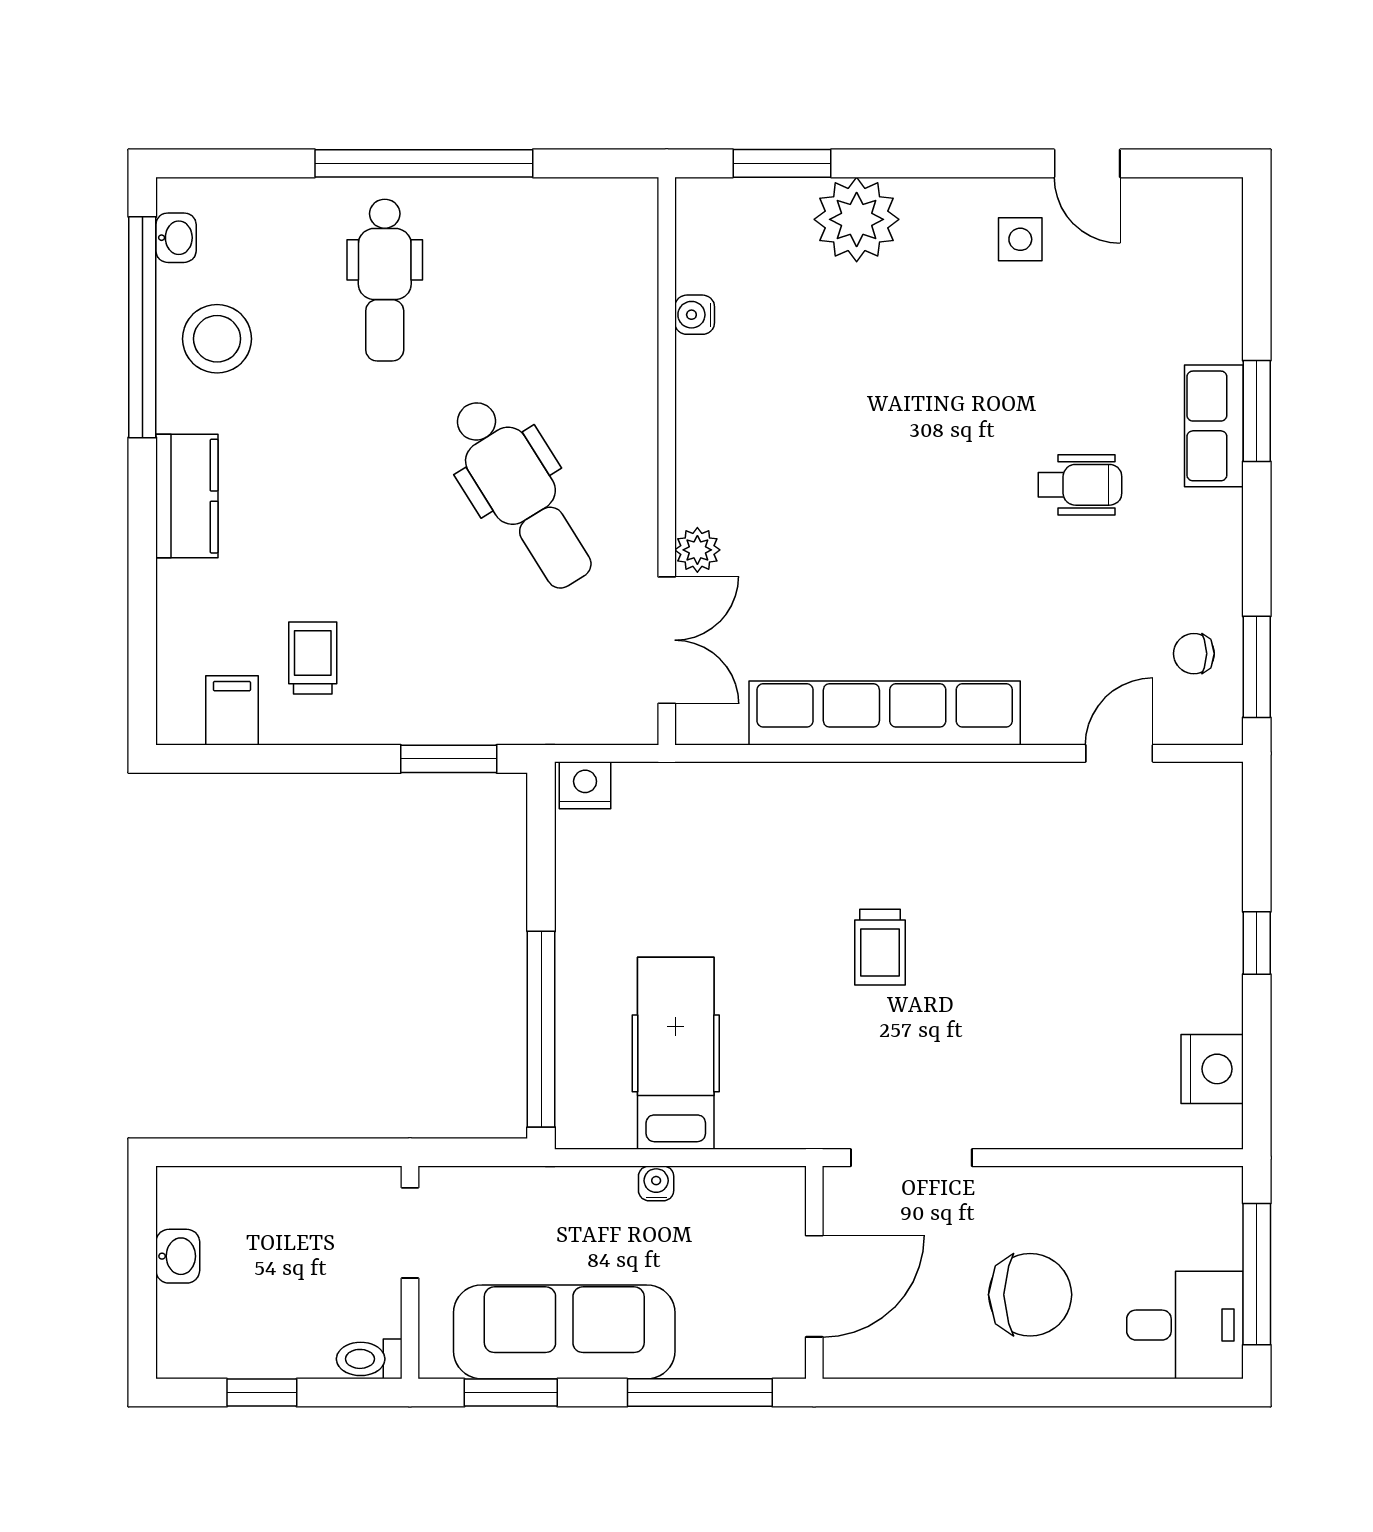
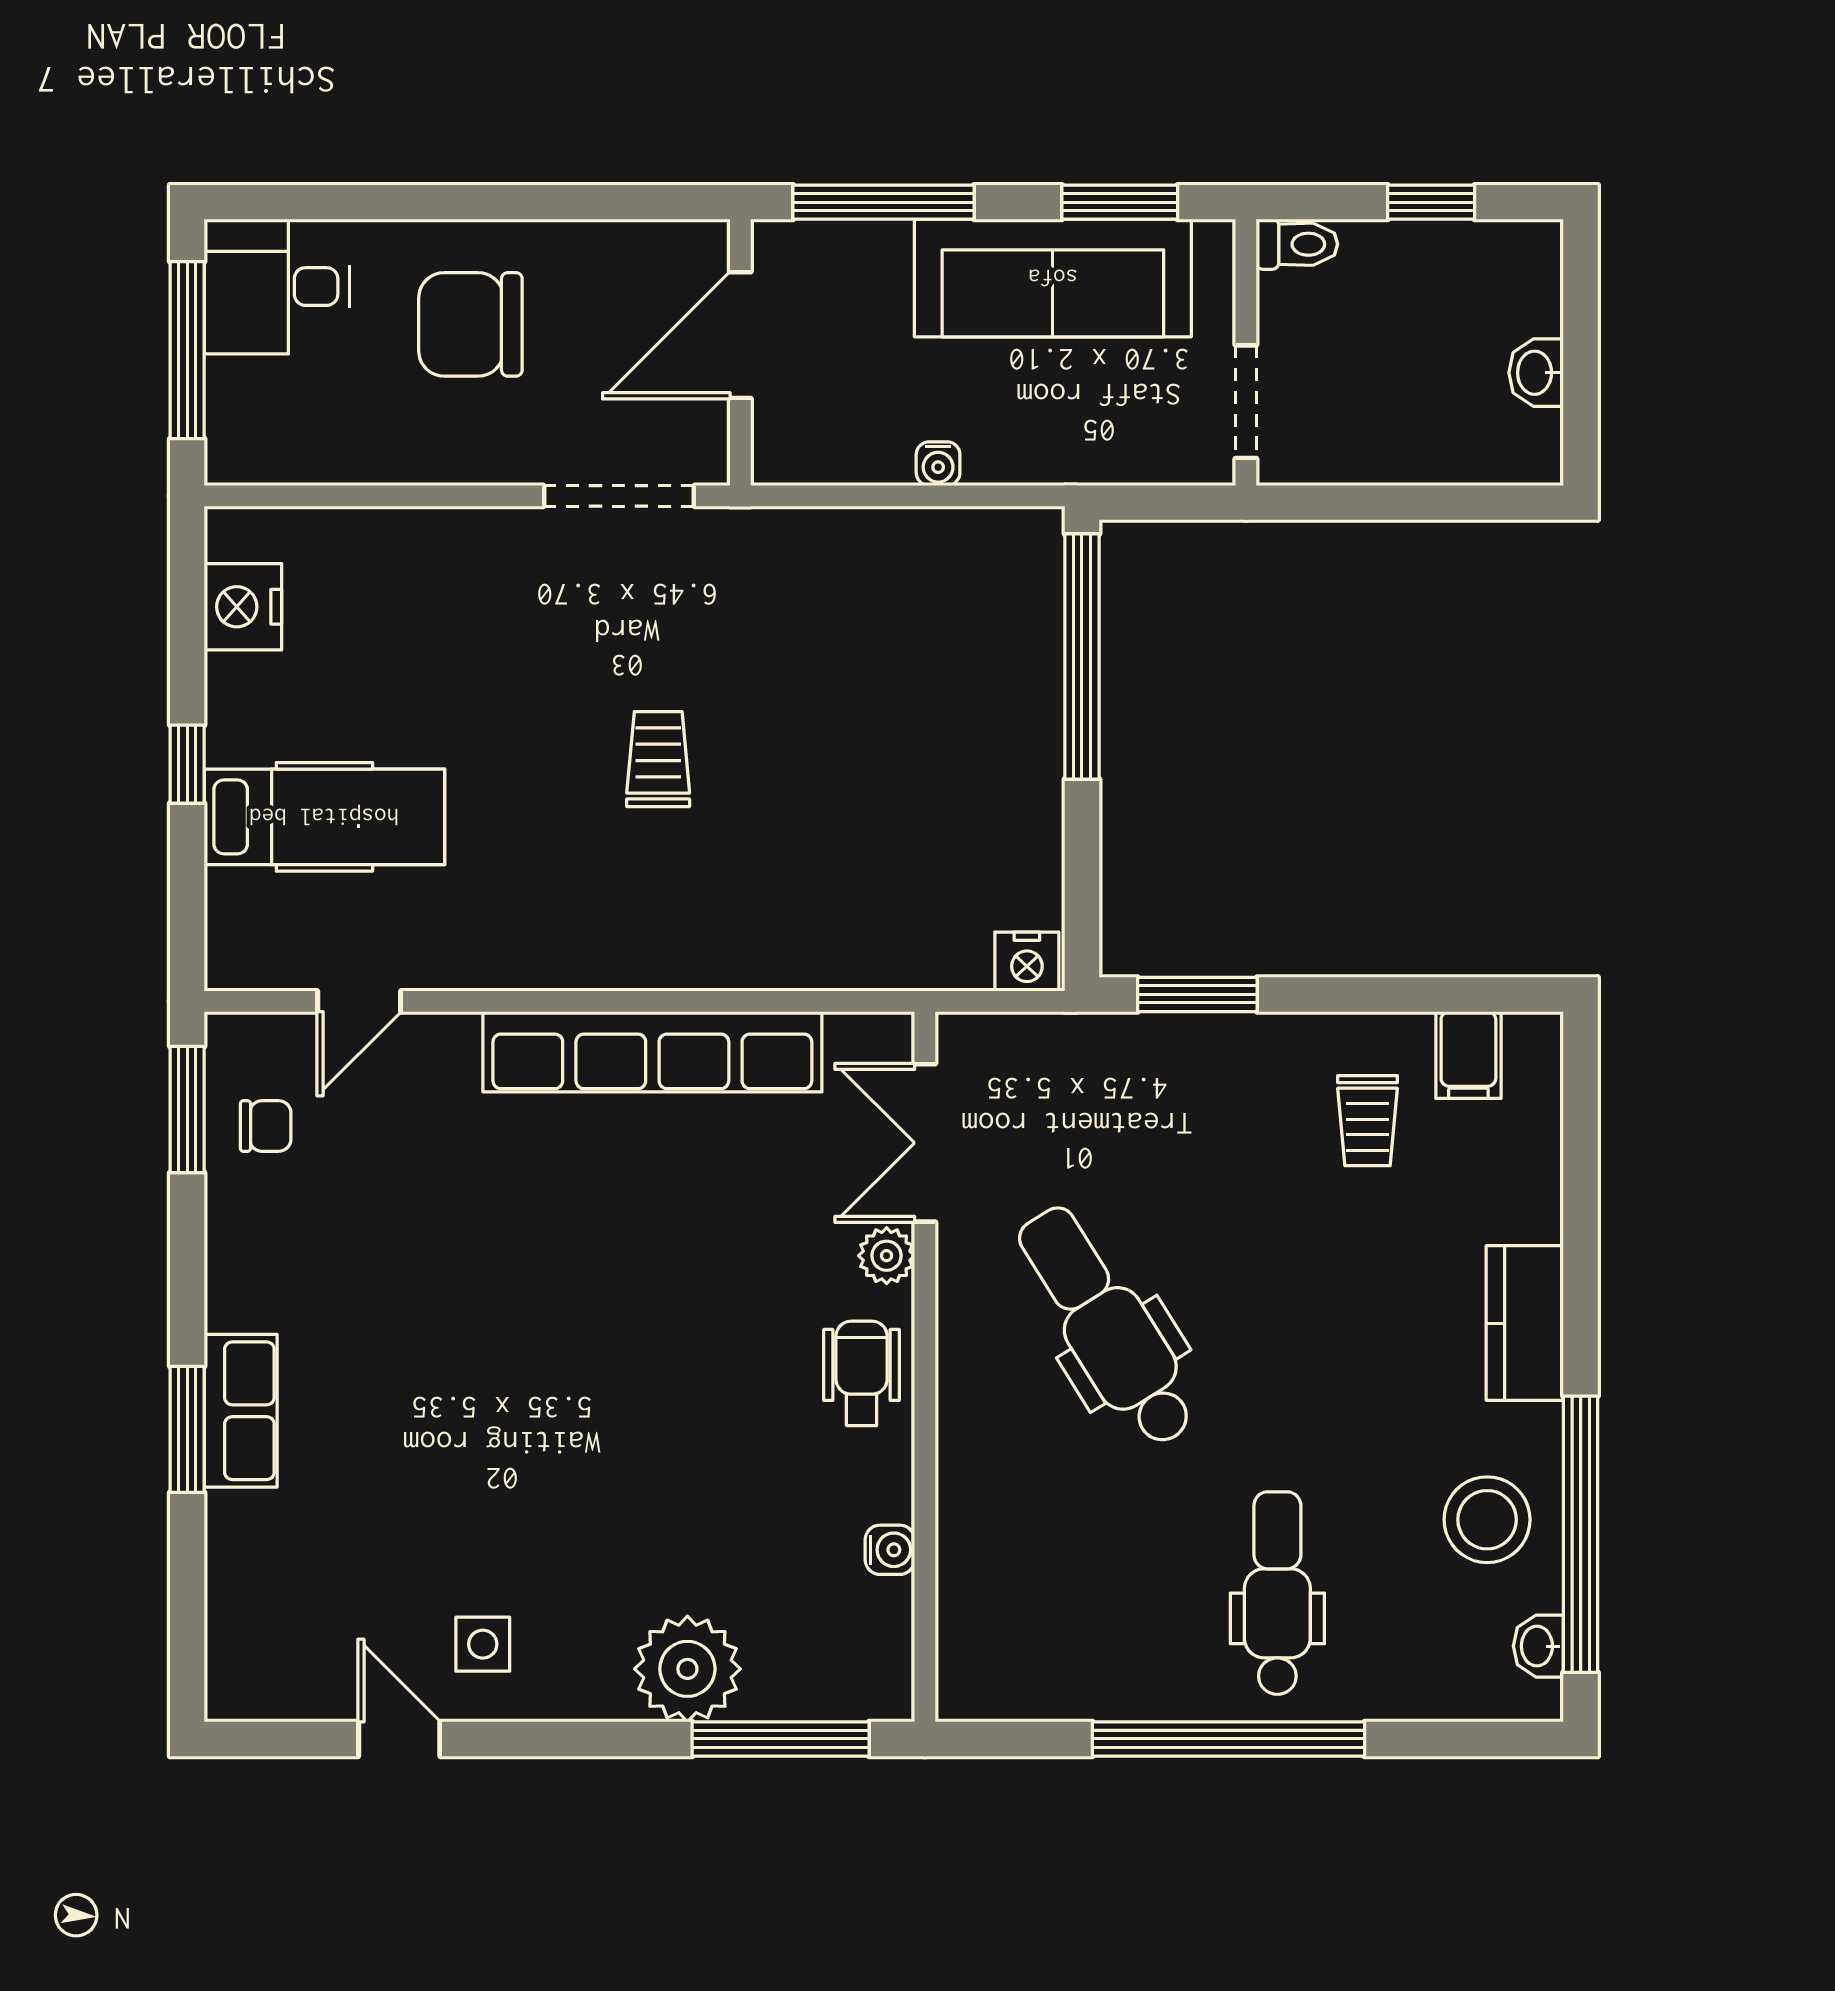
window: (782, 163) -> (781, 1739), width x1.44
wheelchair: (1080, 485) -> (862, 1373), moved, turned 90
hospital bed: (676, 1053) -> (324, 817), moved, turned -90

